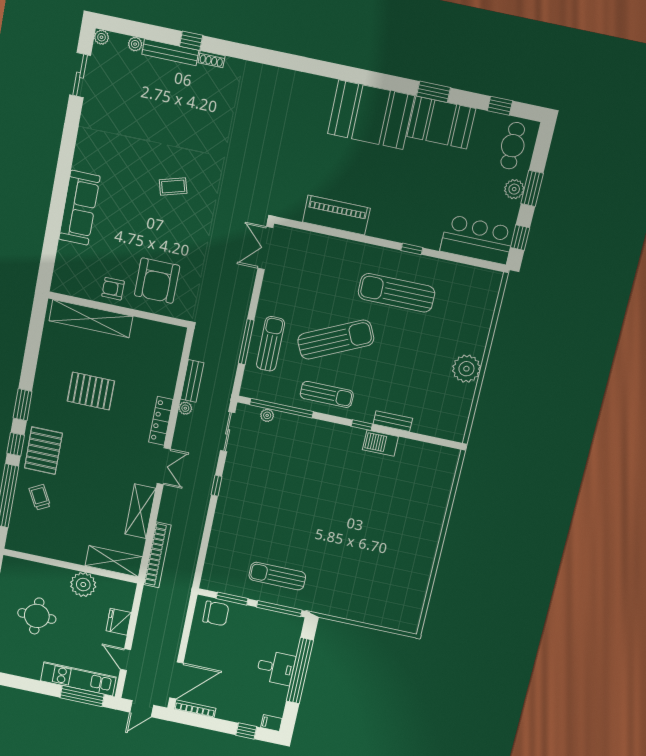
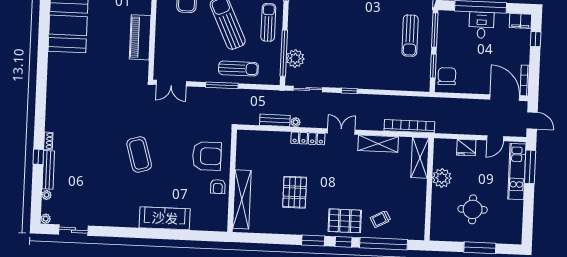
coffee table: (173, 187) -> (139, 154), width x1.86, depth x1.72
window: (246, 342) -> (222, 85), moved
sun lounger: (270, 344) -> (238, 69), turned 180
plant: (267, 415) -> (295, 58), width x1.88, depth x1.88
filing cabinet: (271, 723) -> (520, 21), width x2.00

